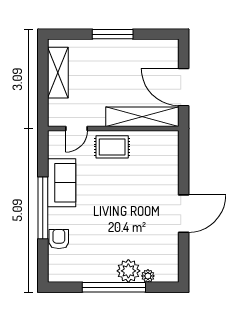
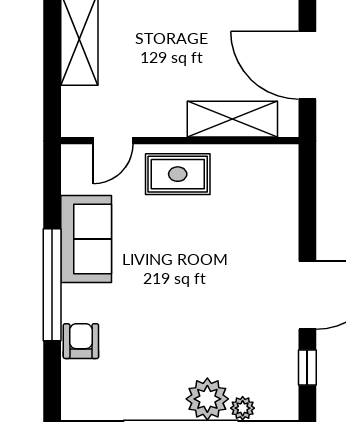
shelving: (142, 117) -> (232, 119), width x0.68
window: (184, 254) -> (307, 368), added

